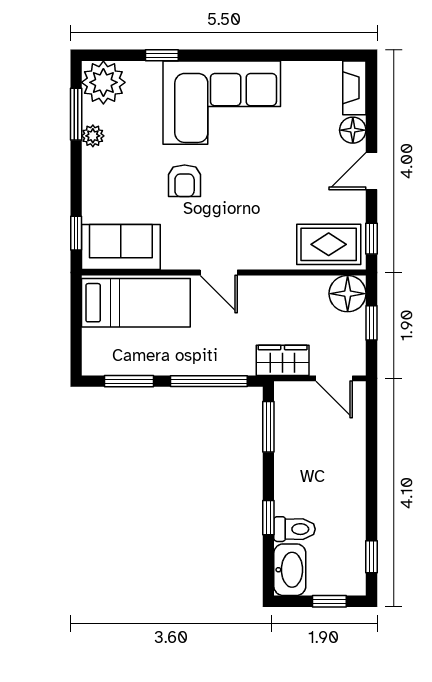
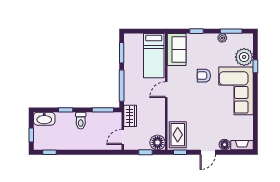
plant: (103, 82) -> (244, 57), moved
door: (371, 171) -> (208, 152), swing flipped
window: (76, 233) -> (197, 31), moved
toilet: (295, 529) -> (81, 121), moved

